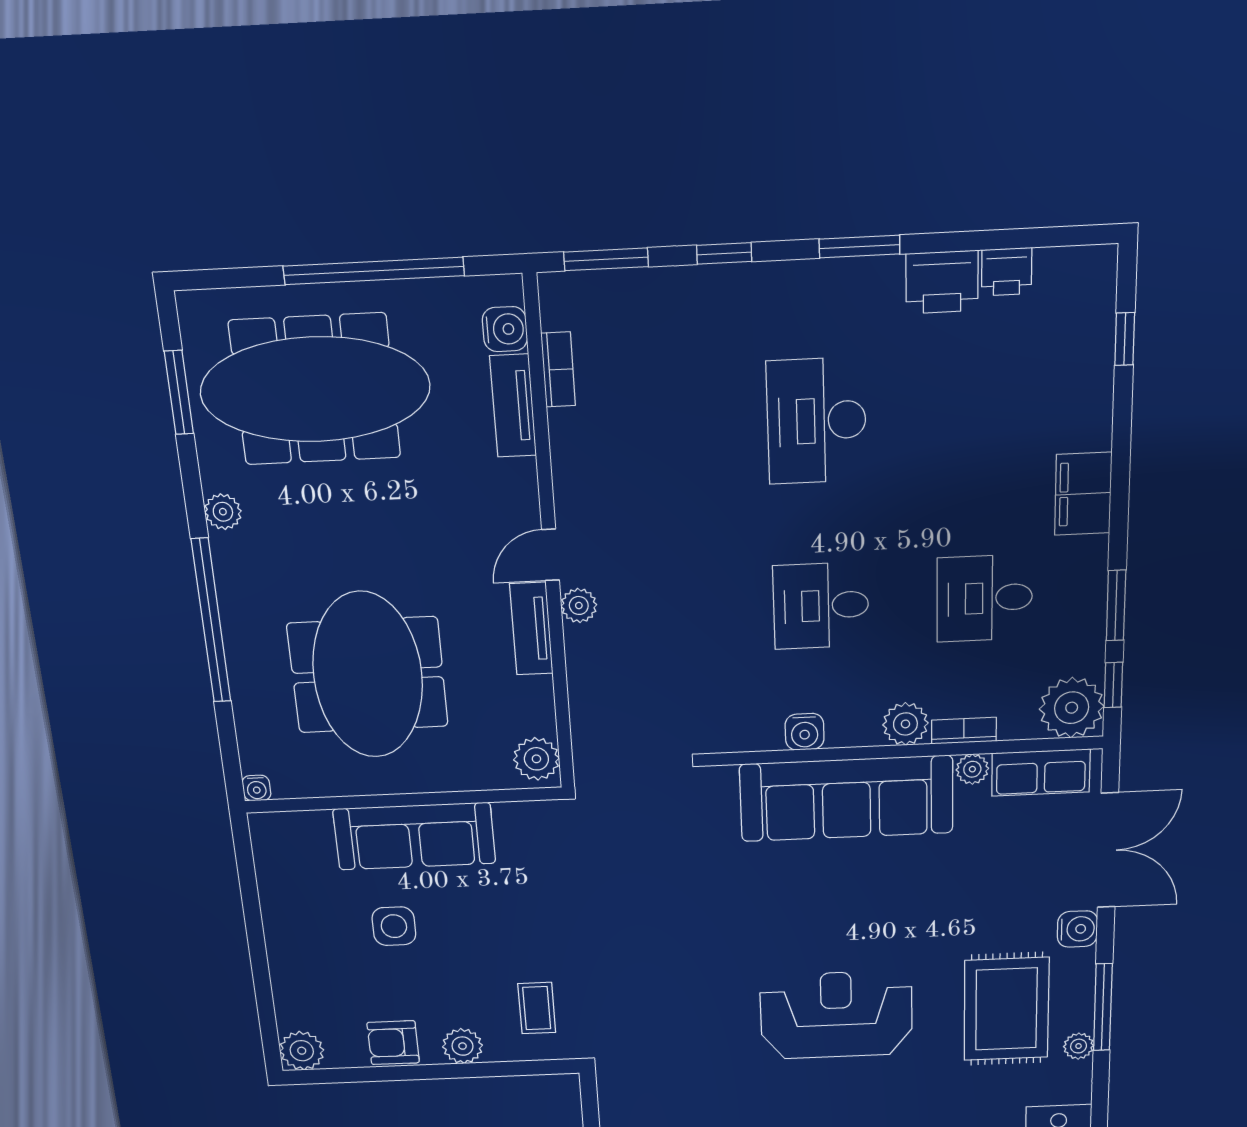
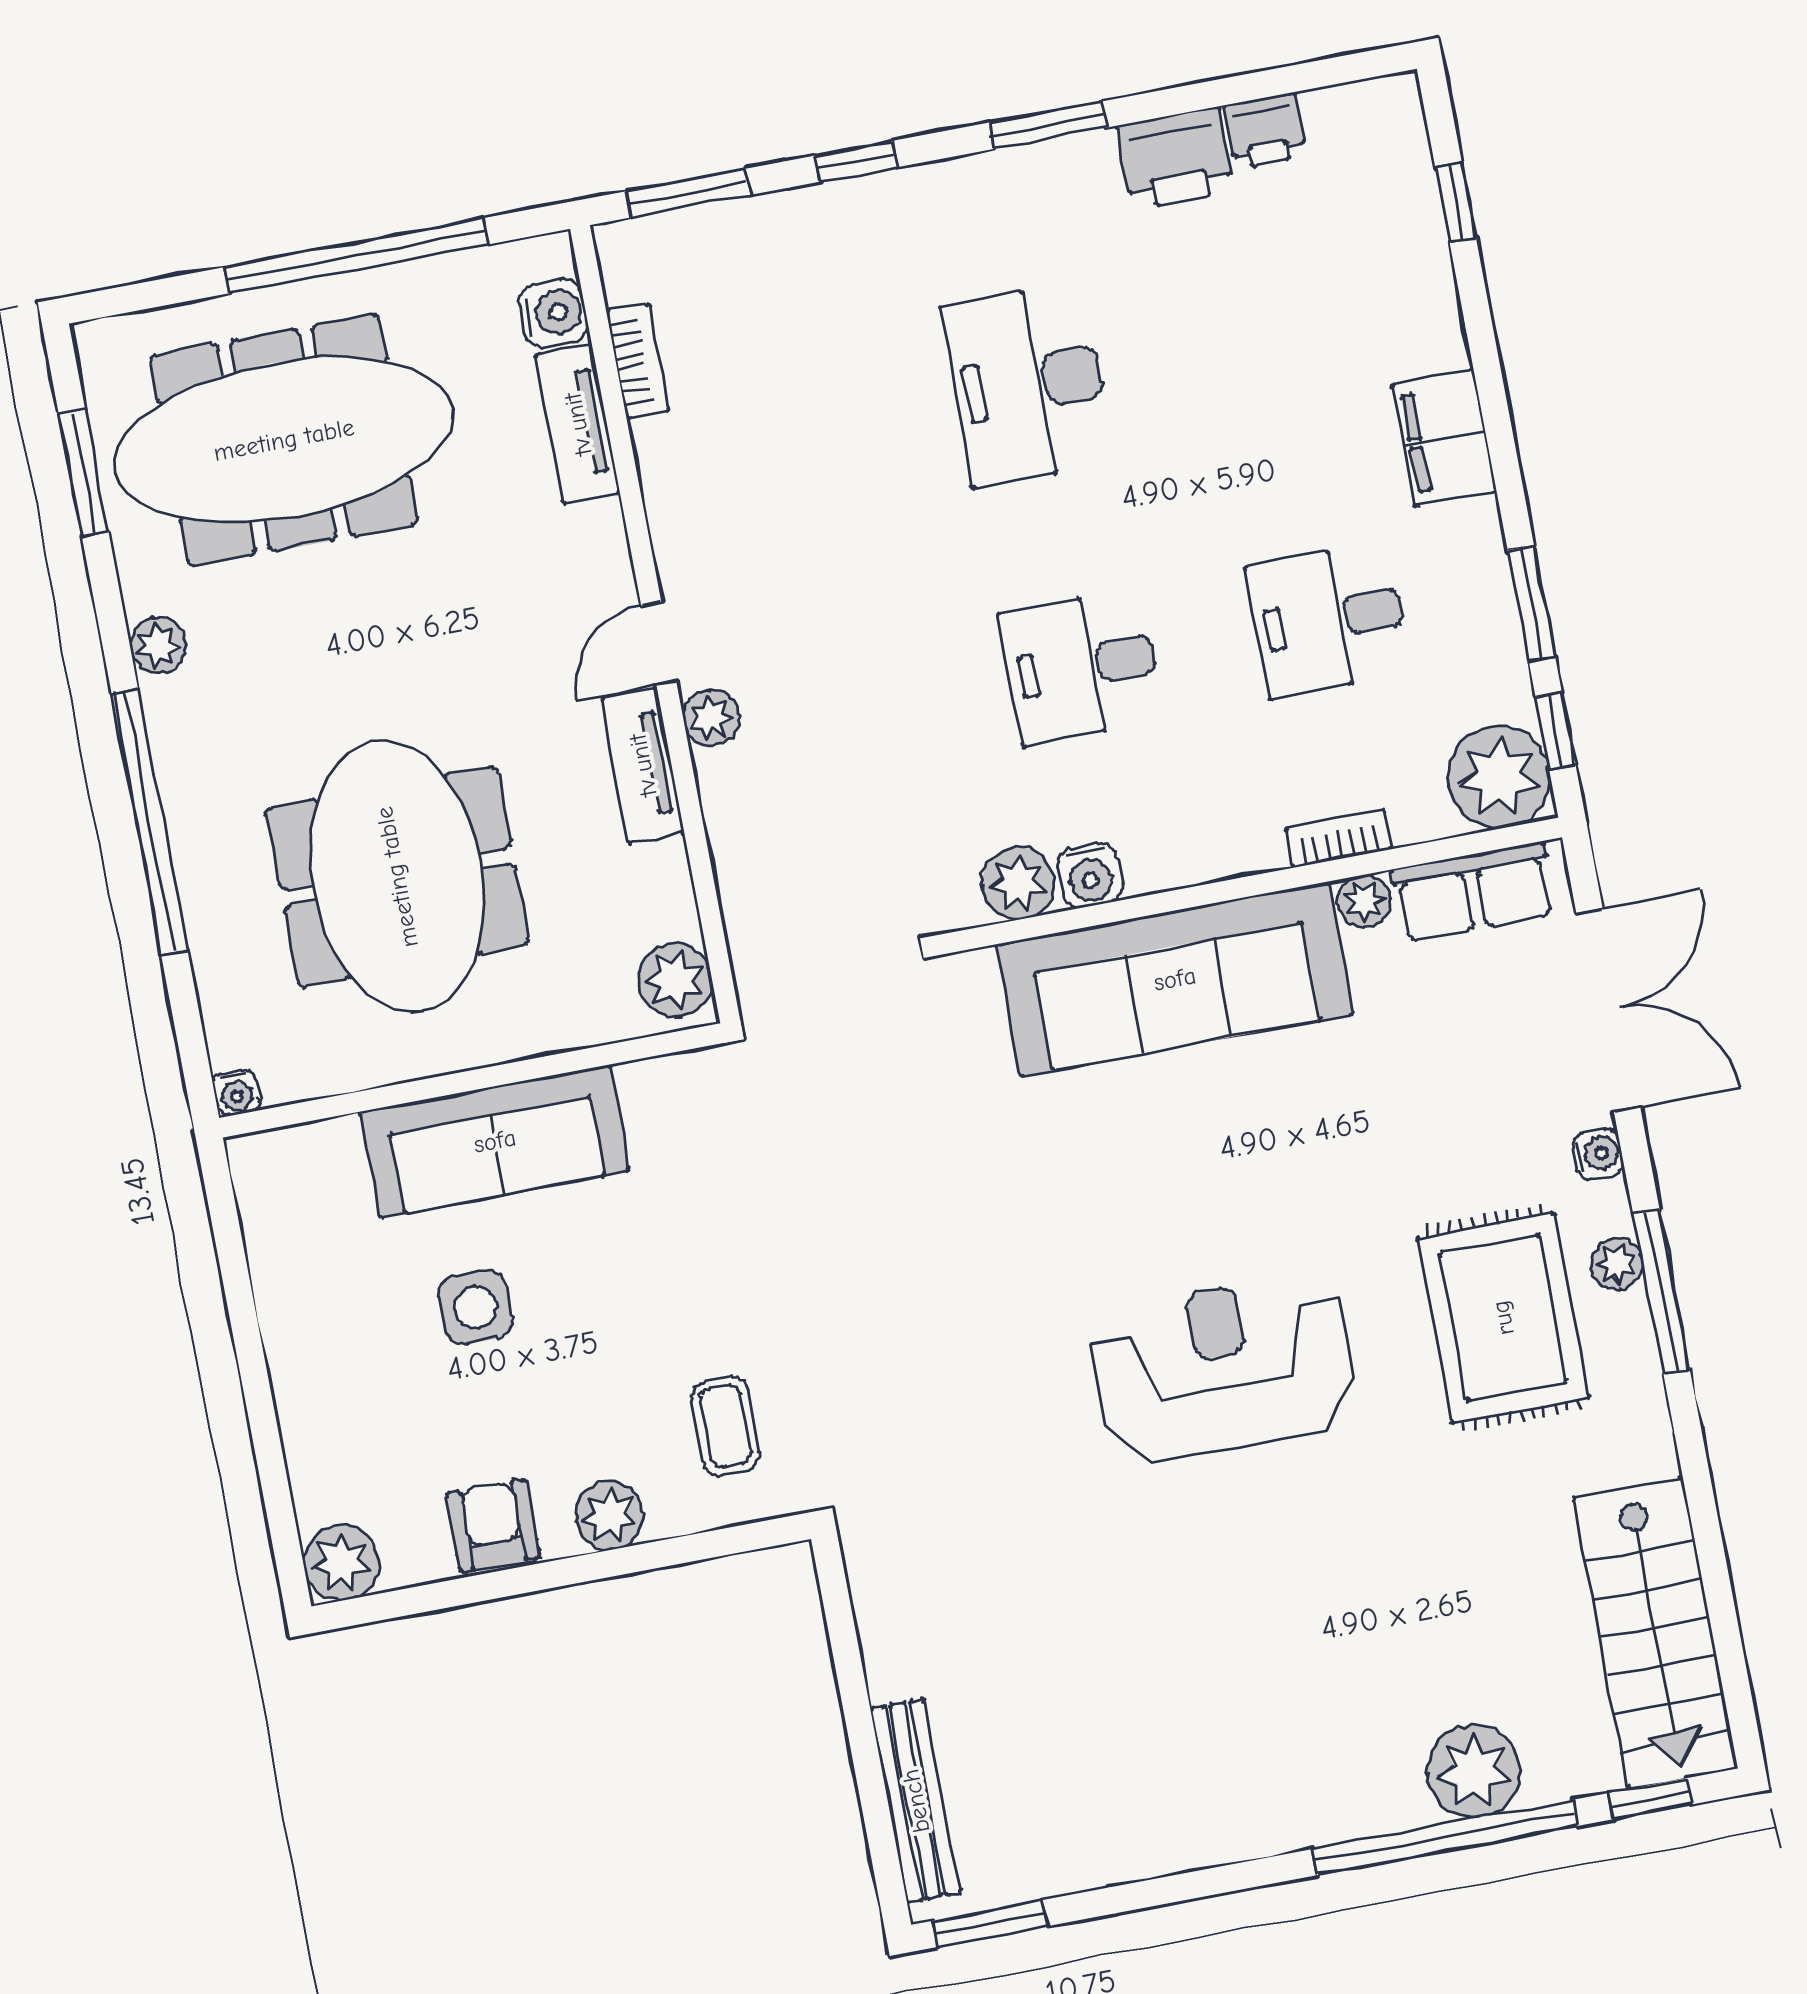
plant: (905, 724) -> (1018, 883), moved
water cooler: (1077, 929) -> (1598, 1154), width x0.72, depth x0.72
armchair: (393, 1043) -> (493, 1525), turned 90
plant: (1079, 1046) -> (1617, 1264), moved

